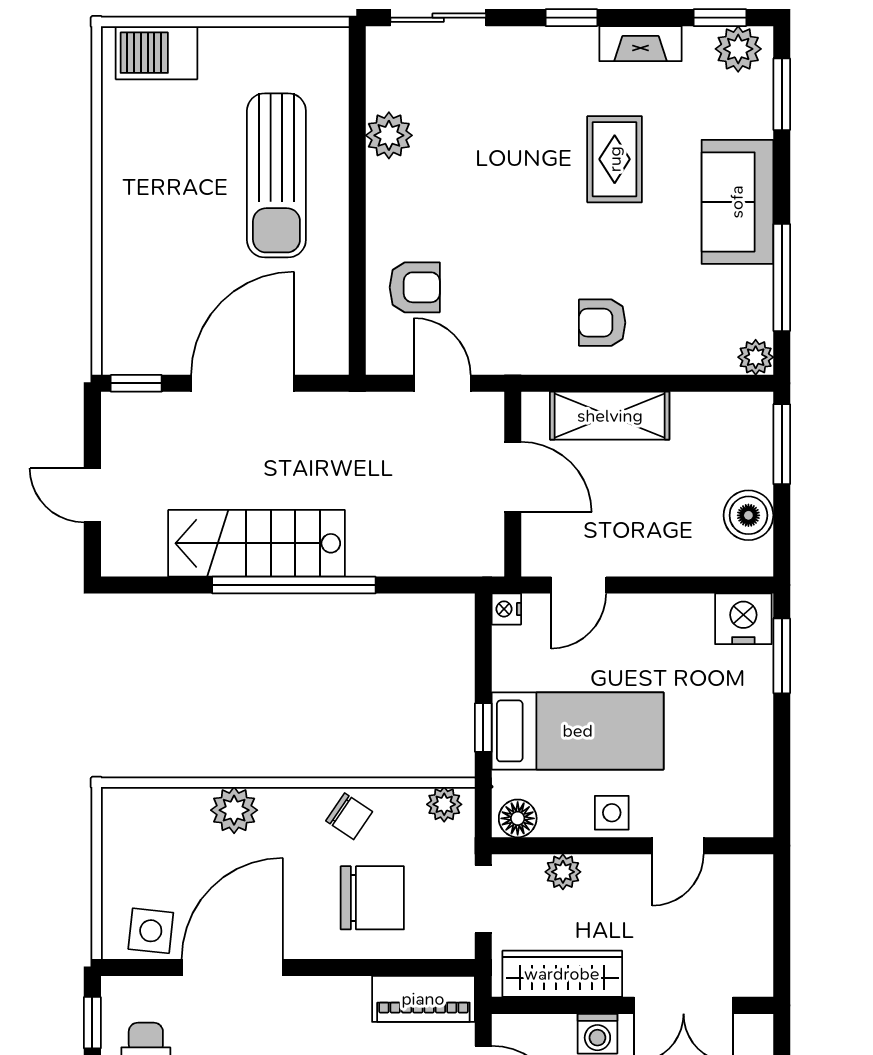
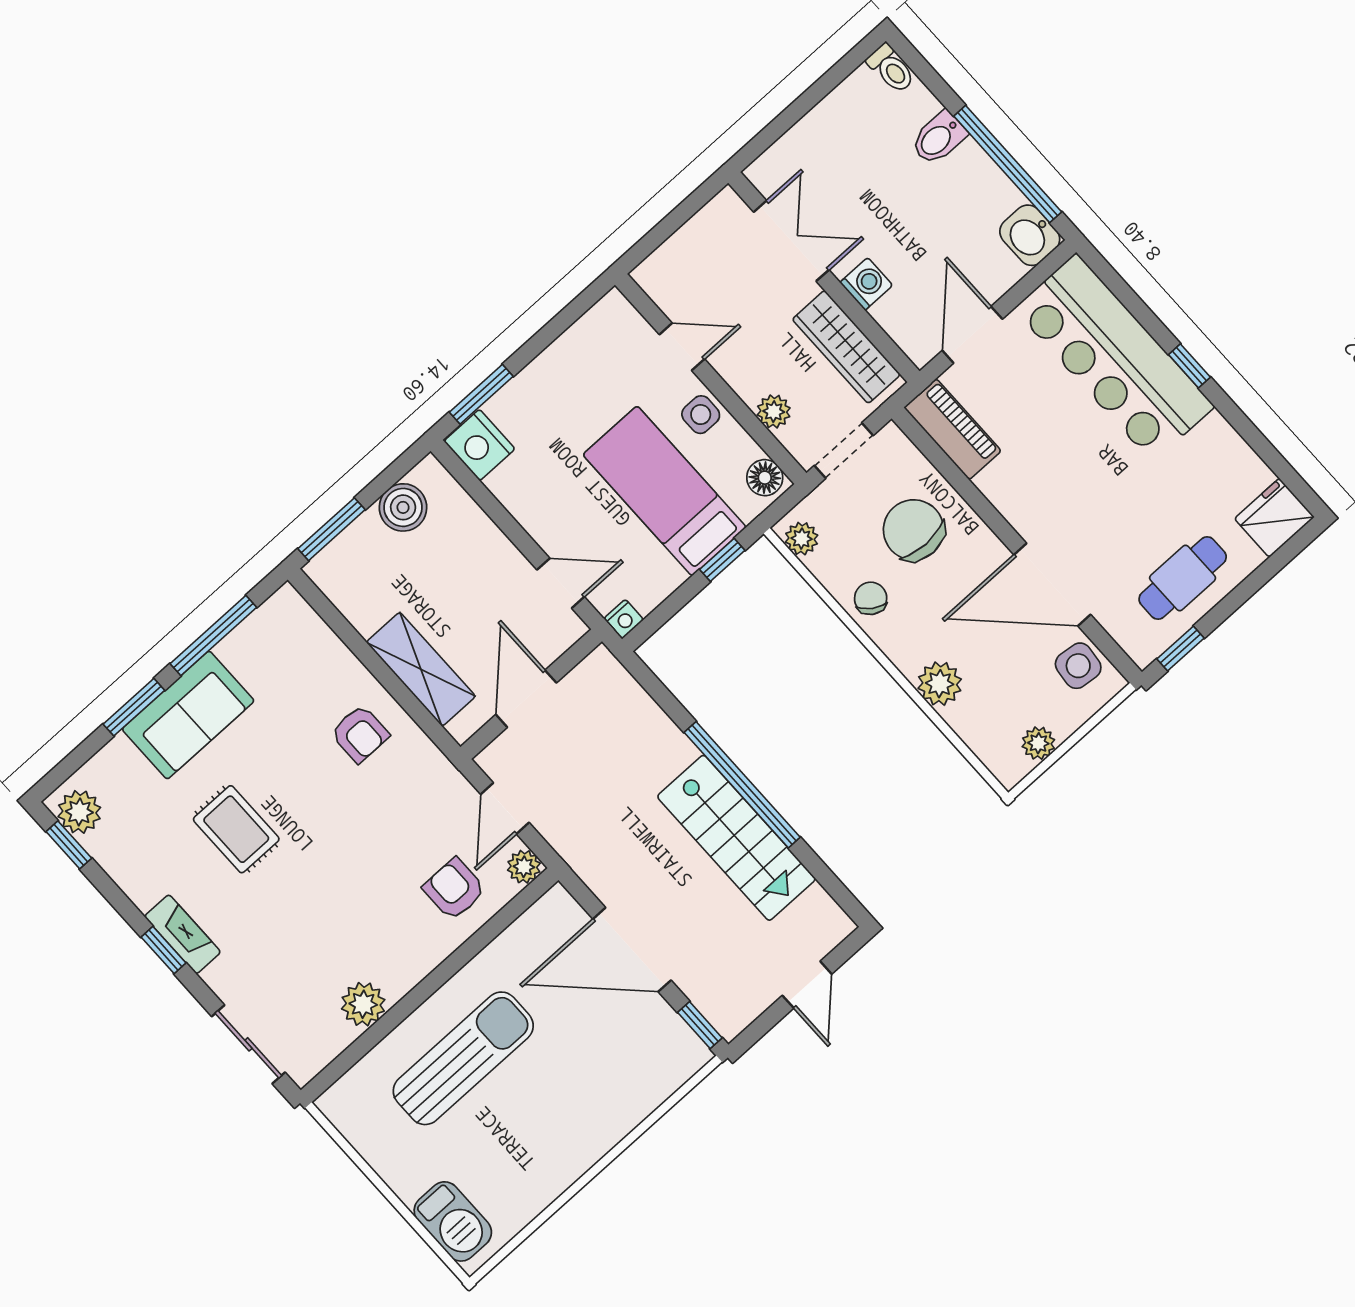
fireplace: (640, 44) -> (183, 934), moved
window: (782, 94) -> (134, 707), moved
rug: (615, 159) -> (236, 829), turned 90
plant: (756, 357) -> (524, 867), moved
plant: (118, 845) -> (1038, 743), added

